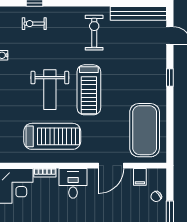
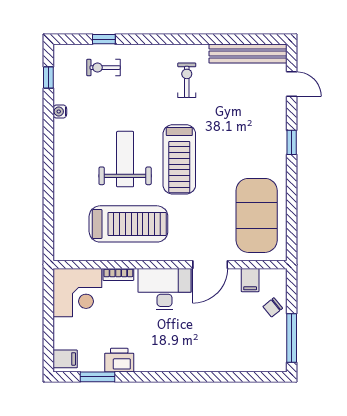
exercise bike: (94, 33) -> (187, 80), width x0.73, depth x0.72
weight bench: (50, 90) -> (125, 159), turned 180
desk: (73, 183) -> (164, 289), width x1.37

